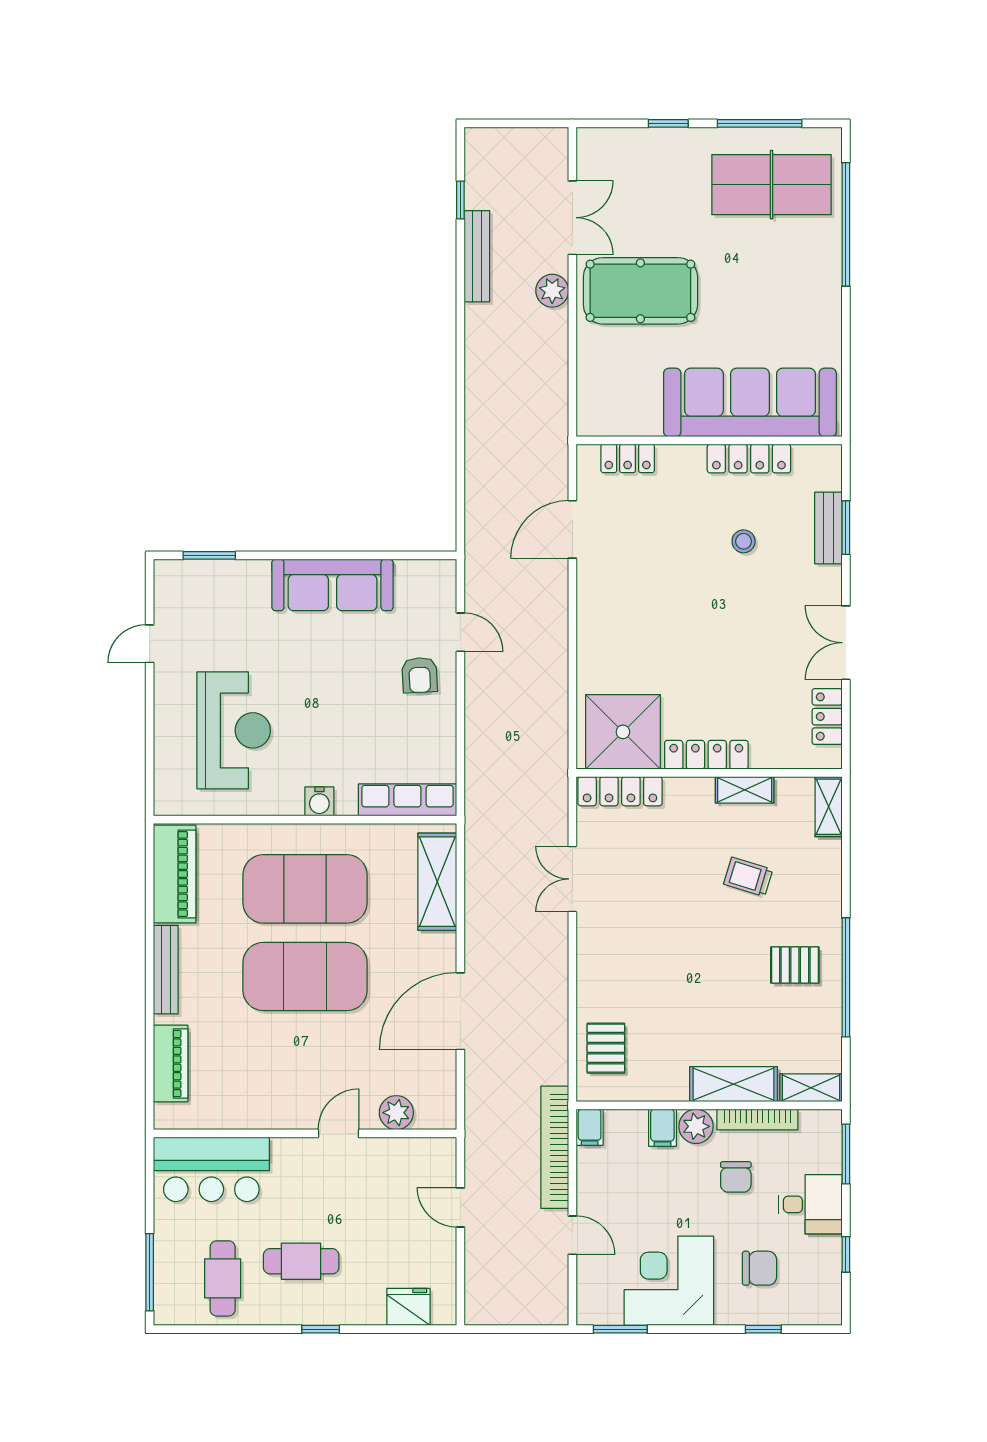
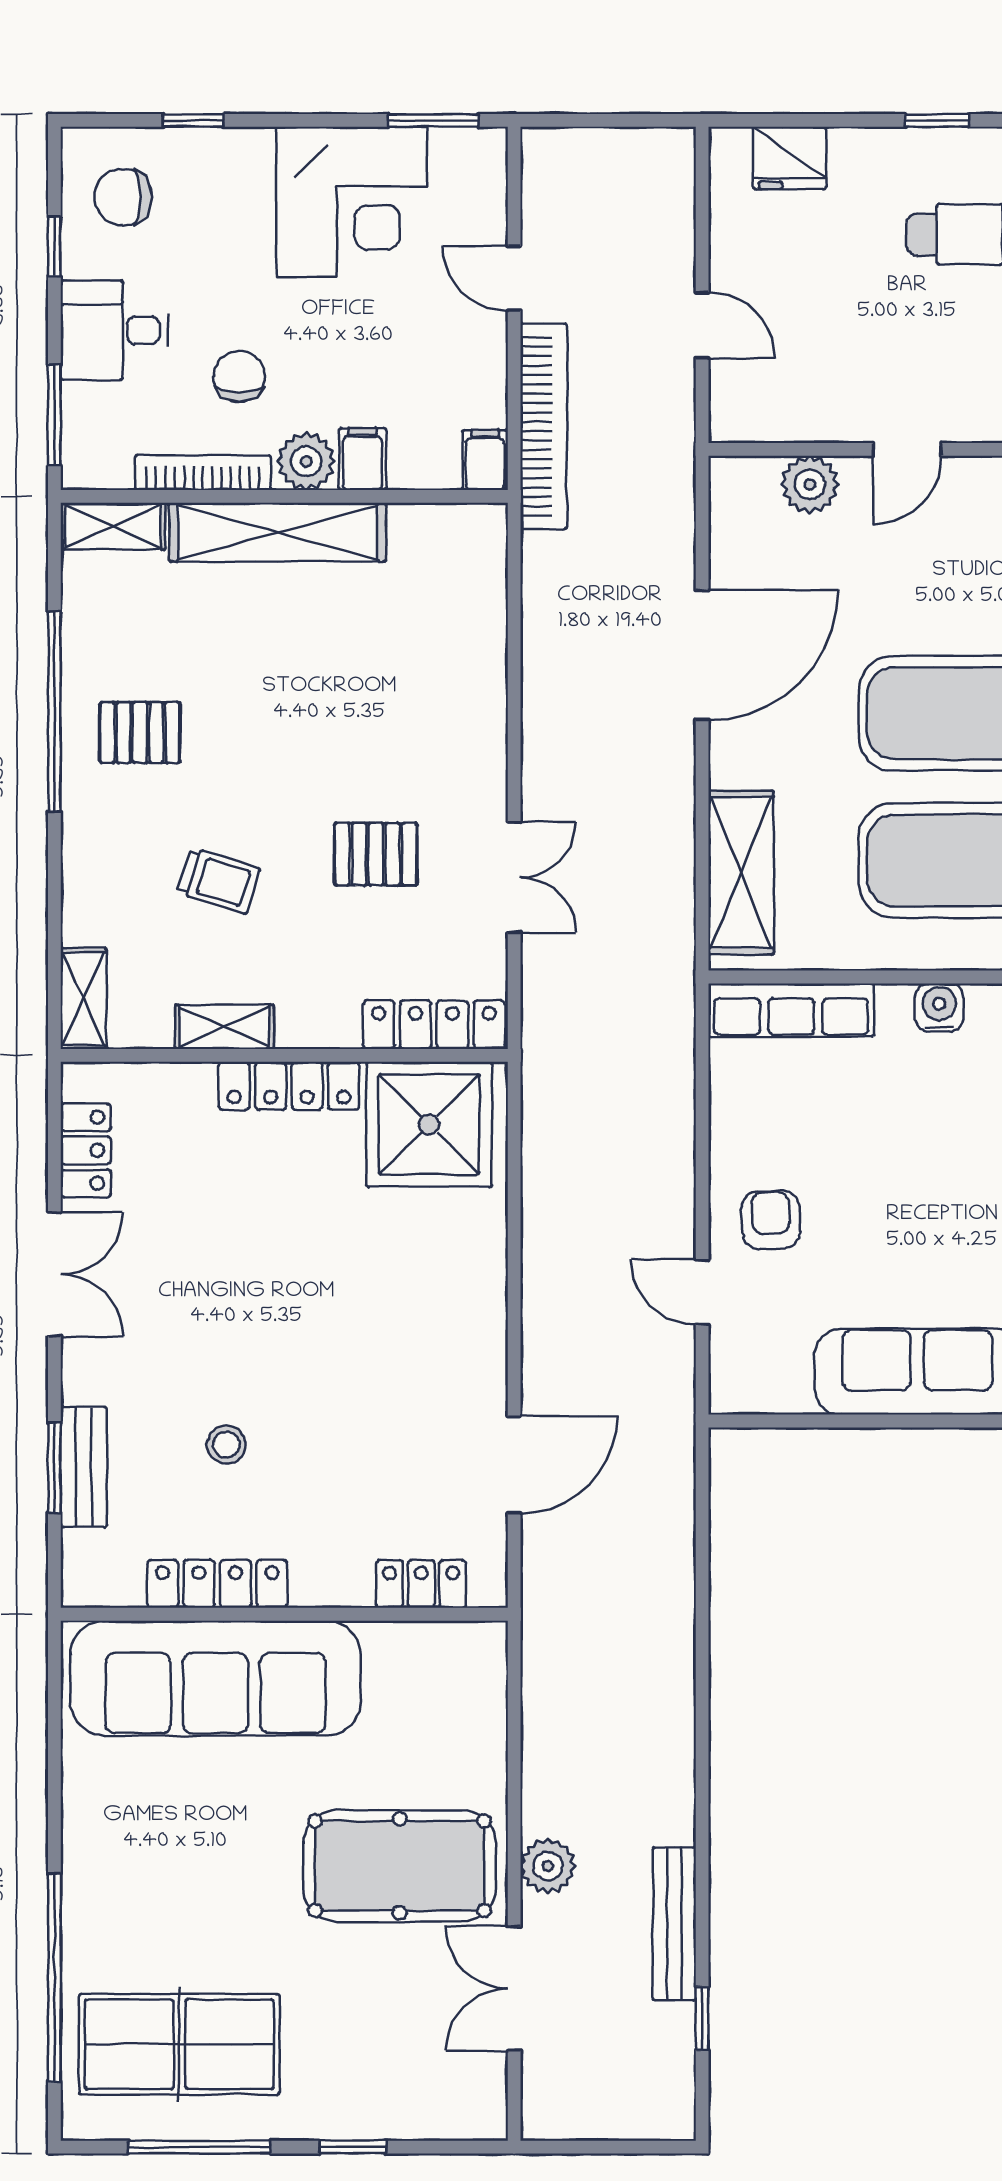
pallet: (606, 1048) -> (376, 854), moved, turned 90
shelving: (734, 1084) -> (277, 532), width x1.47
chair: (759, 1268) -> (123, 197), moved

